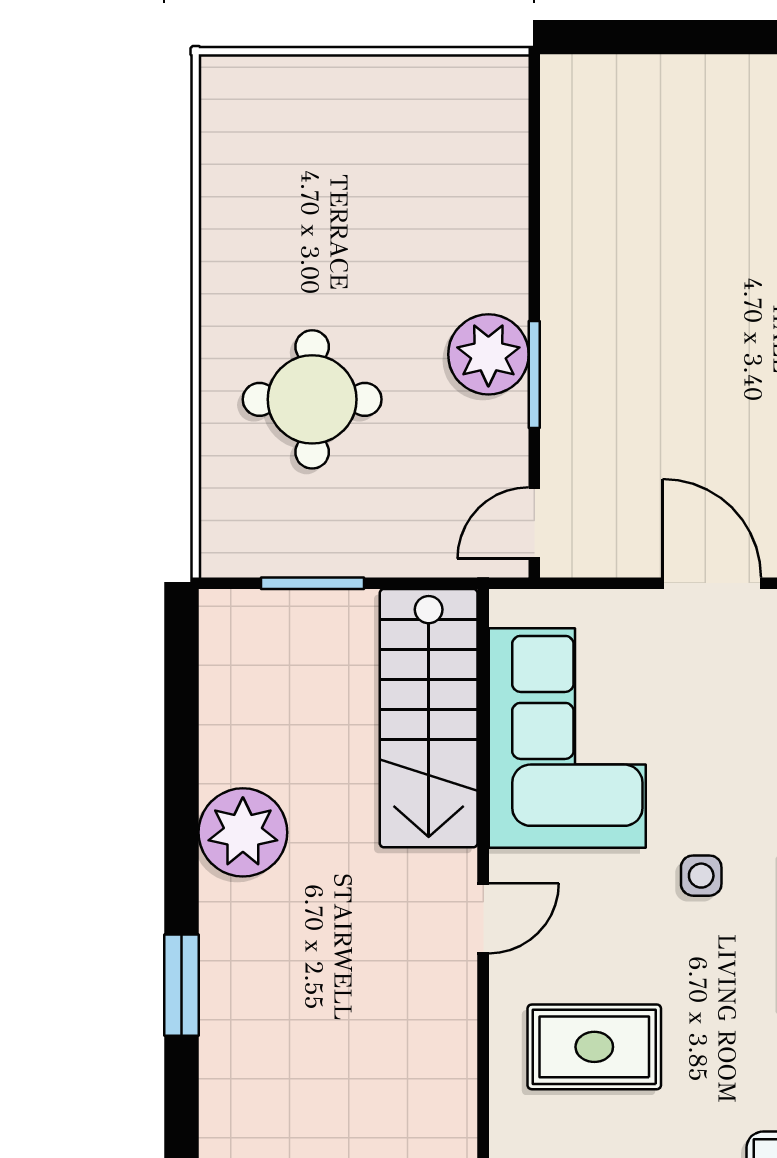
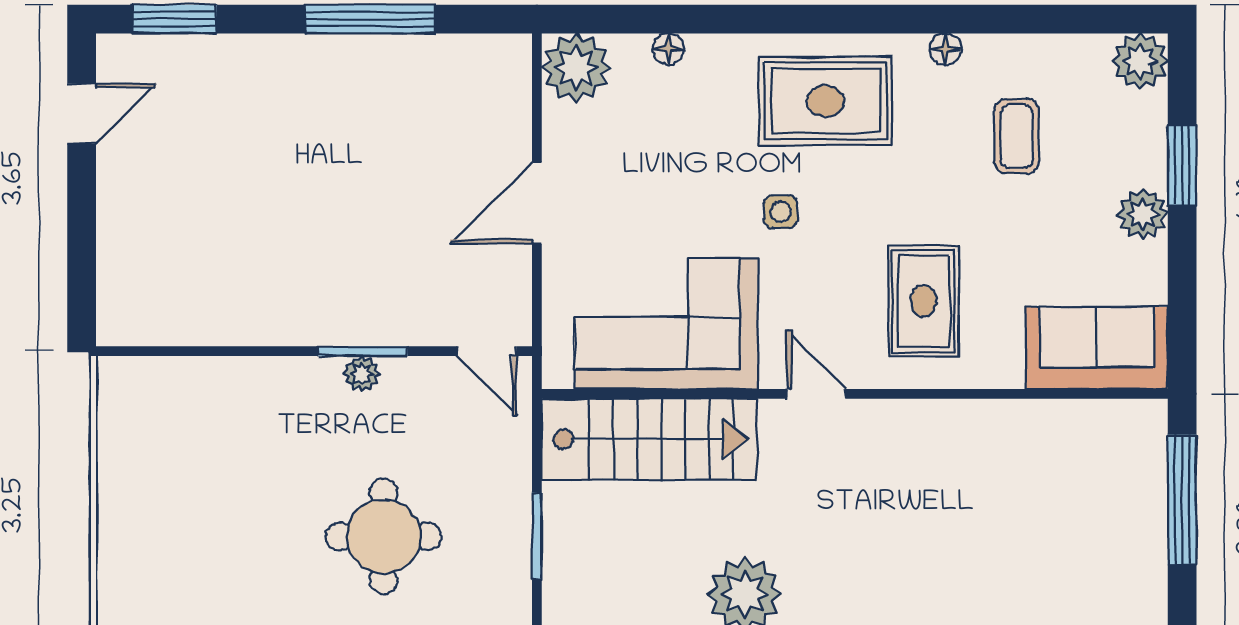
plant: (488, 354) -> (362, 374), width x0.53, depth x0.53

